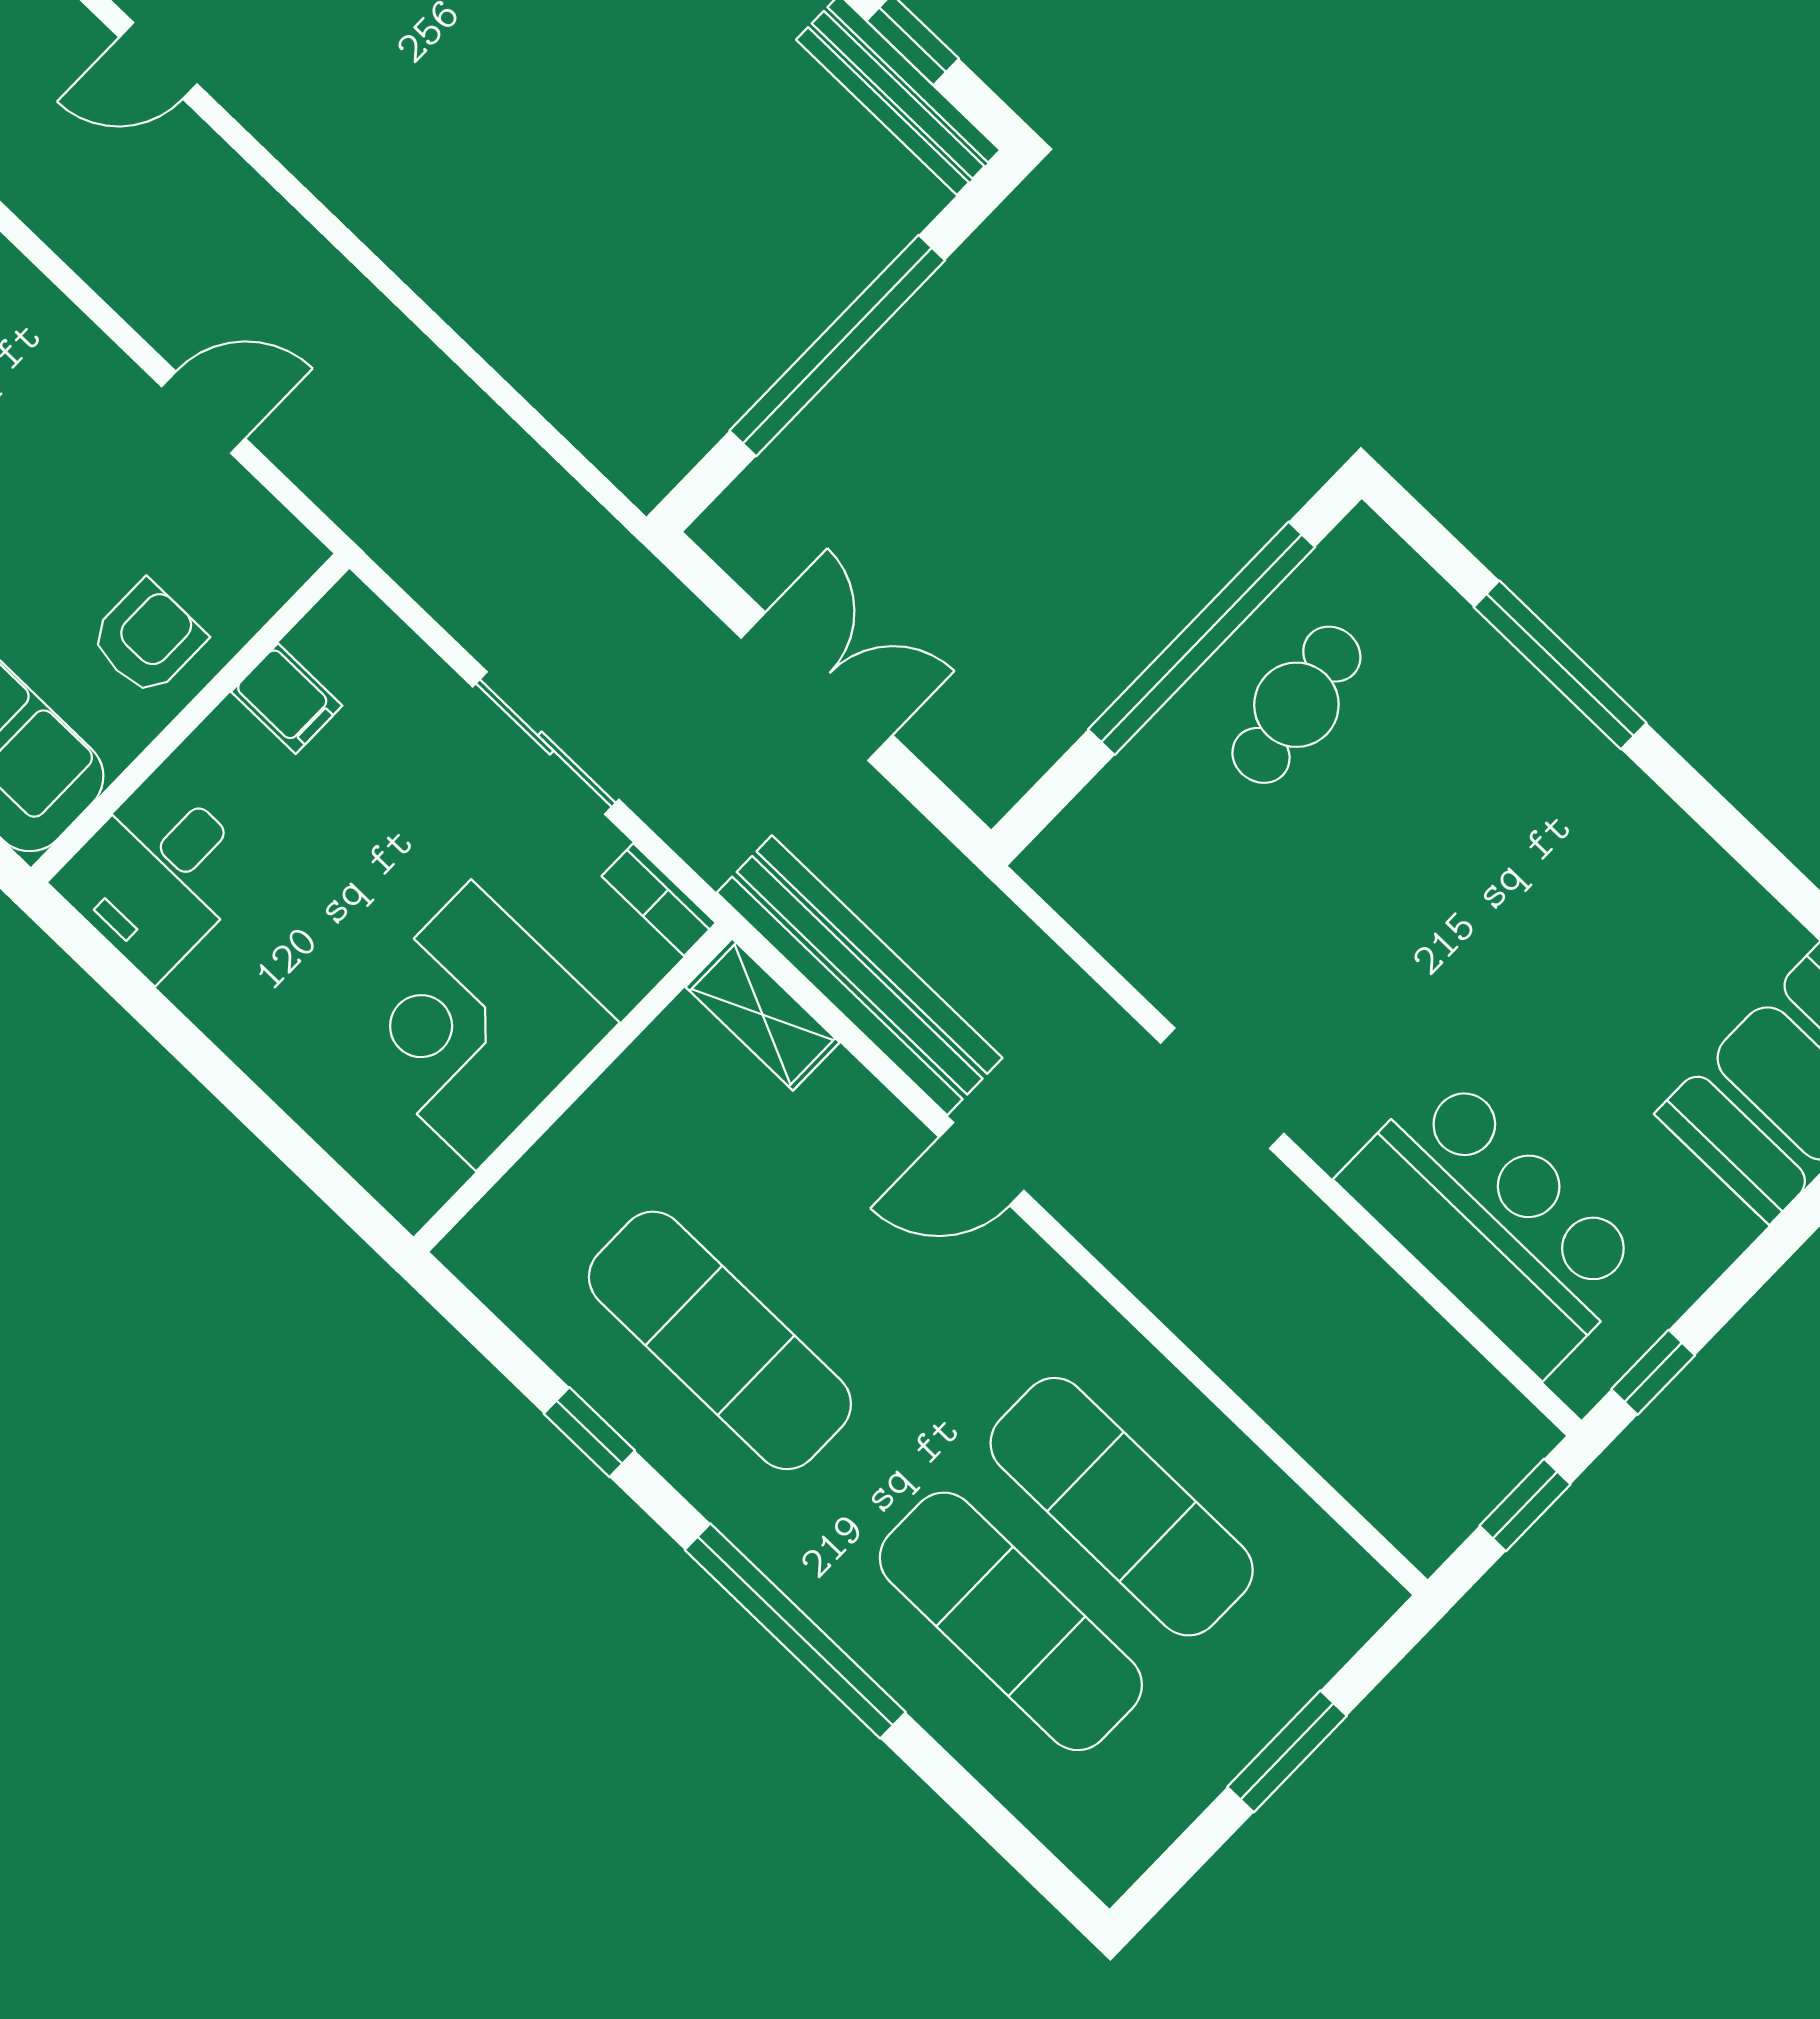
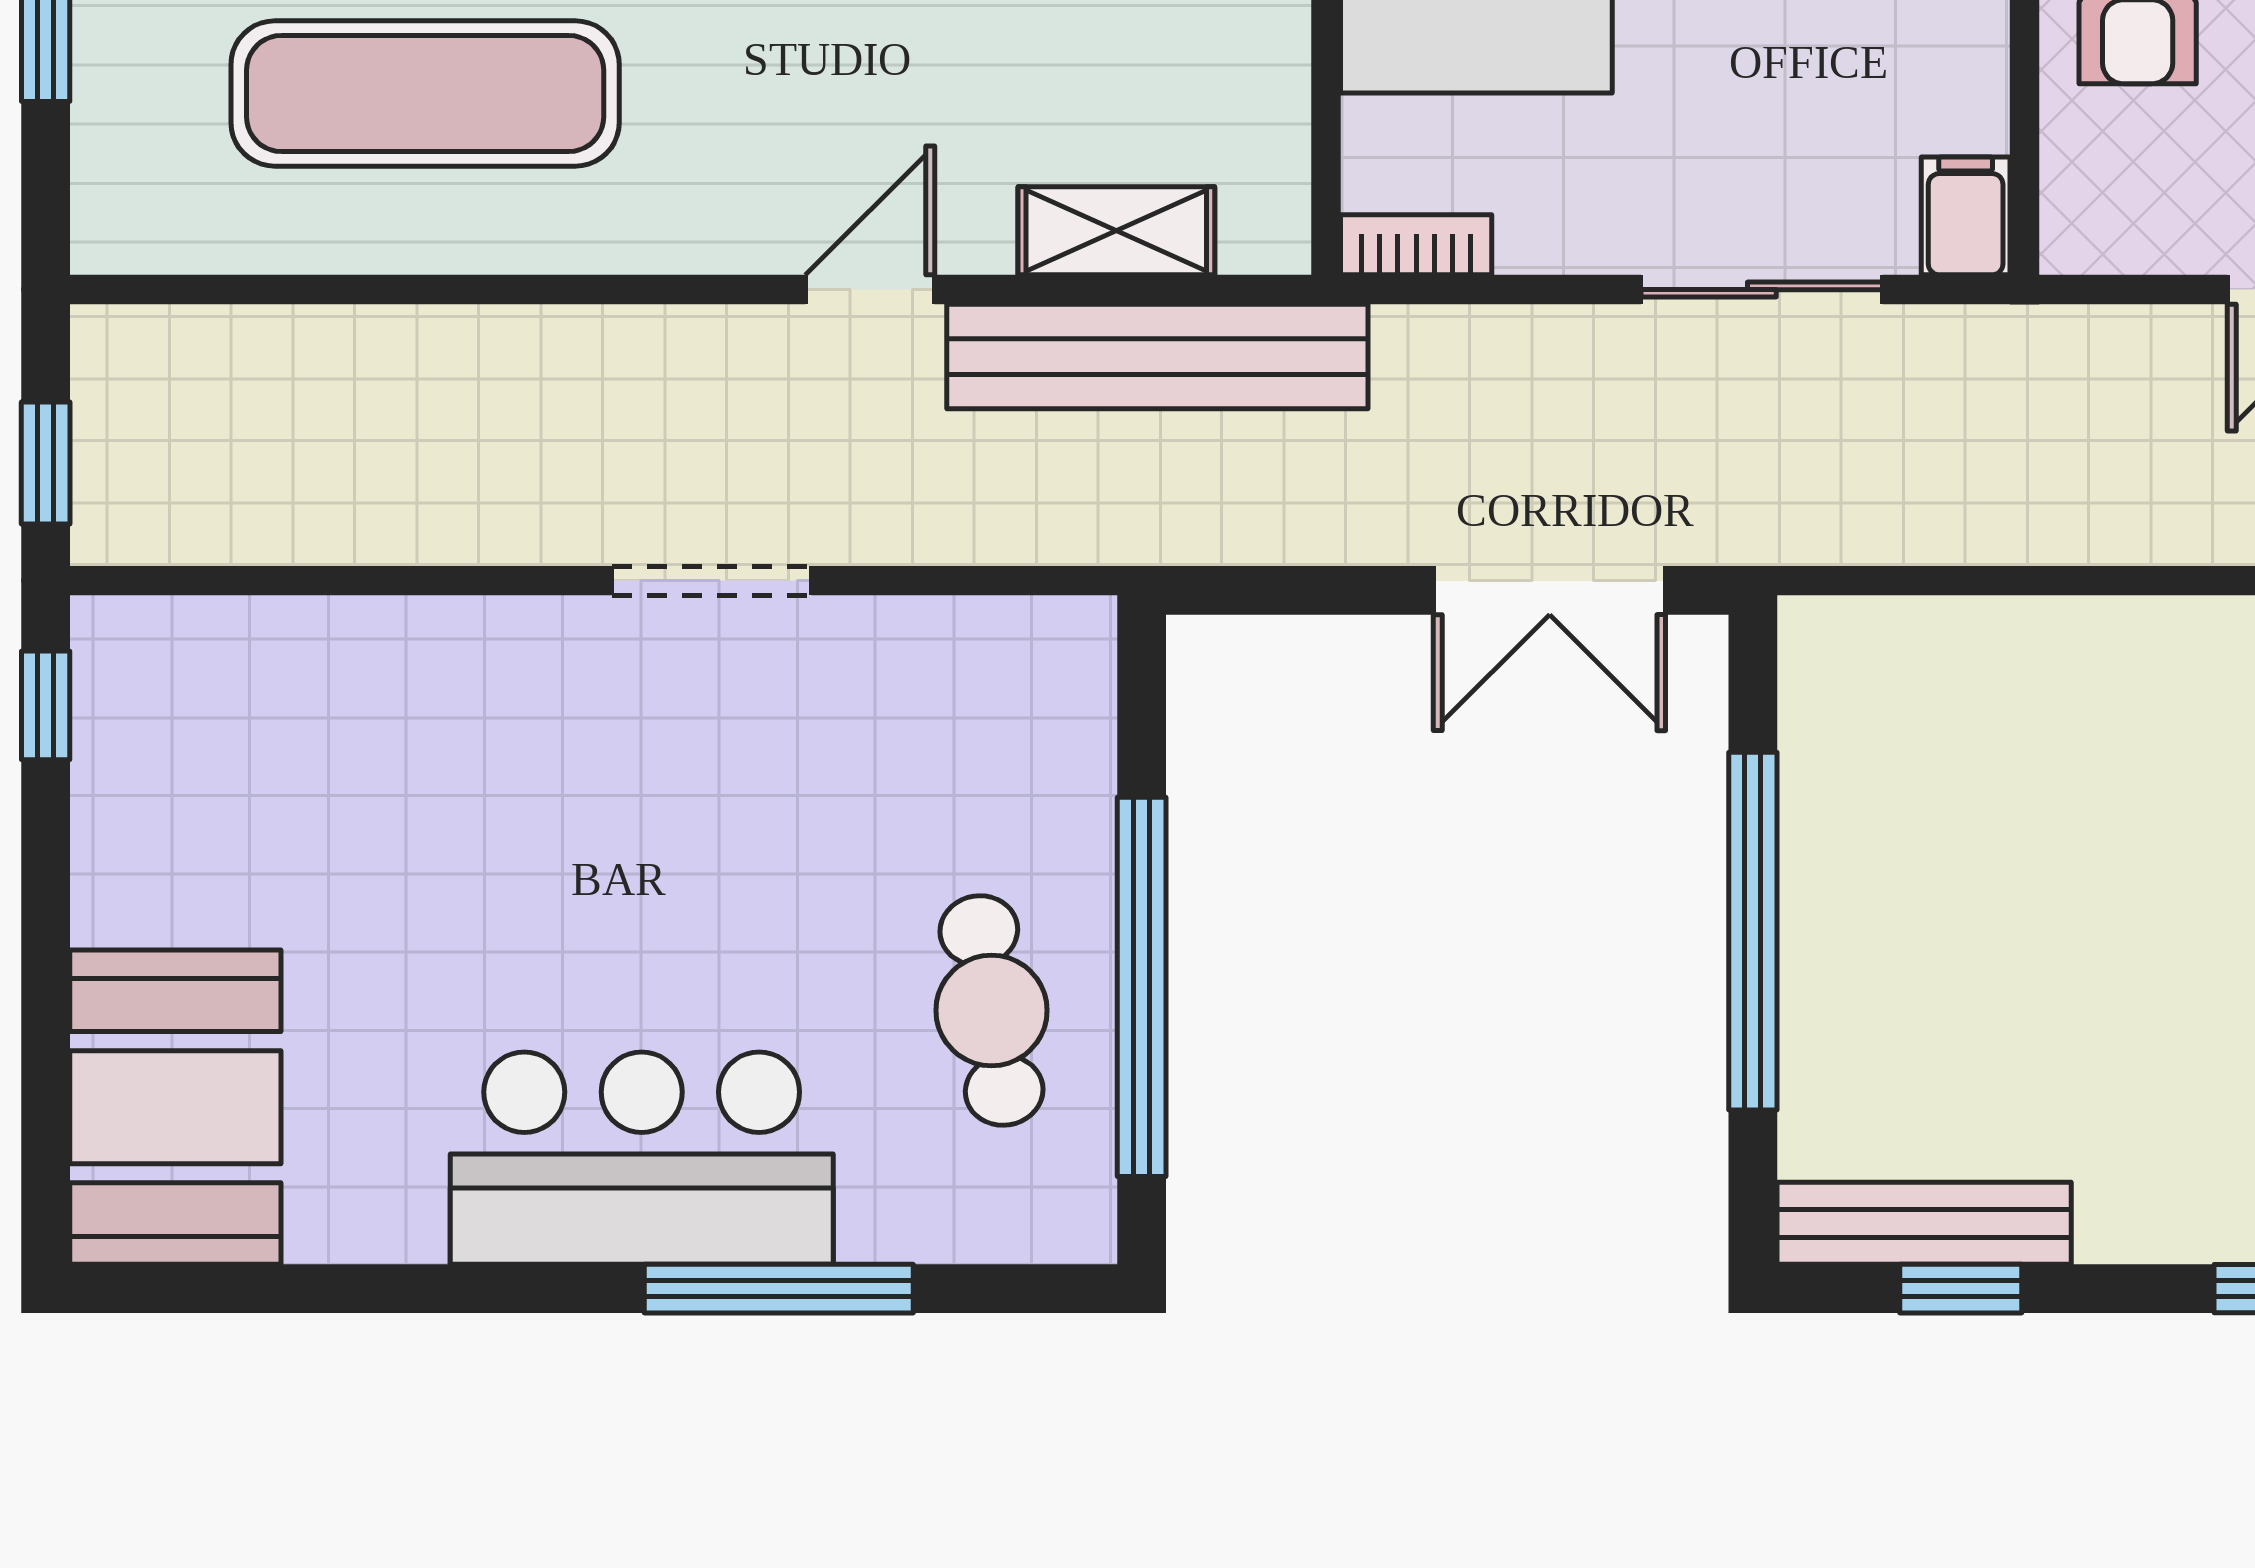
double door: (817, 686) -> (1550, 590), moved
filing cabinet: (287, 699) -> (1966, 216), moved, turned 90
sliding door: (546, 743) -> (1762, 290), moved
shelving: (762, 1015) -> (1116, 231), moved
bar counter: (1494, 1222) -> (642, 1158), moved, turned 180

